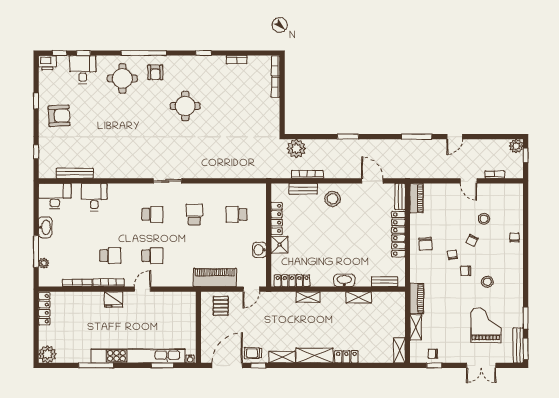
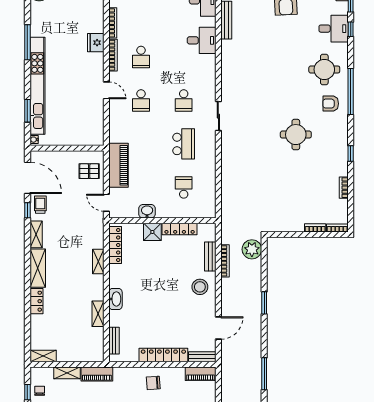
school desk: (194, 214) -> (184, 144), width x1.85
fridge: (114, 299) -> (96, 43), moved

